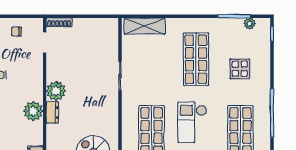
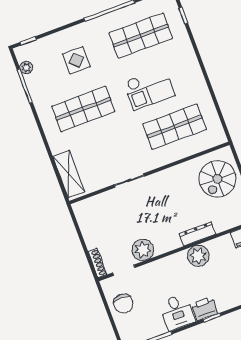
chair: (16, 32) -> (123, 304), width x1.87, depth x1.87
plant: (56, 91) -> (143, 250), moved
dresser: (52, 113) -> (197, 234), width x1.44

